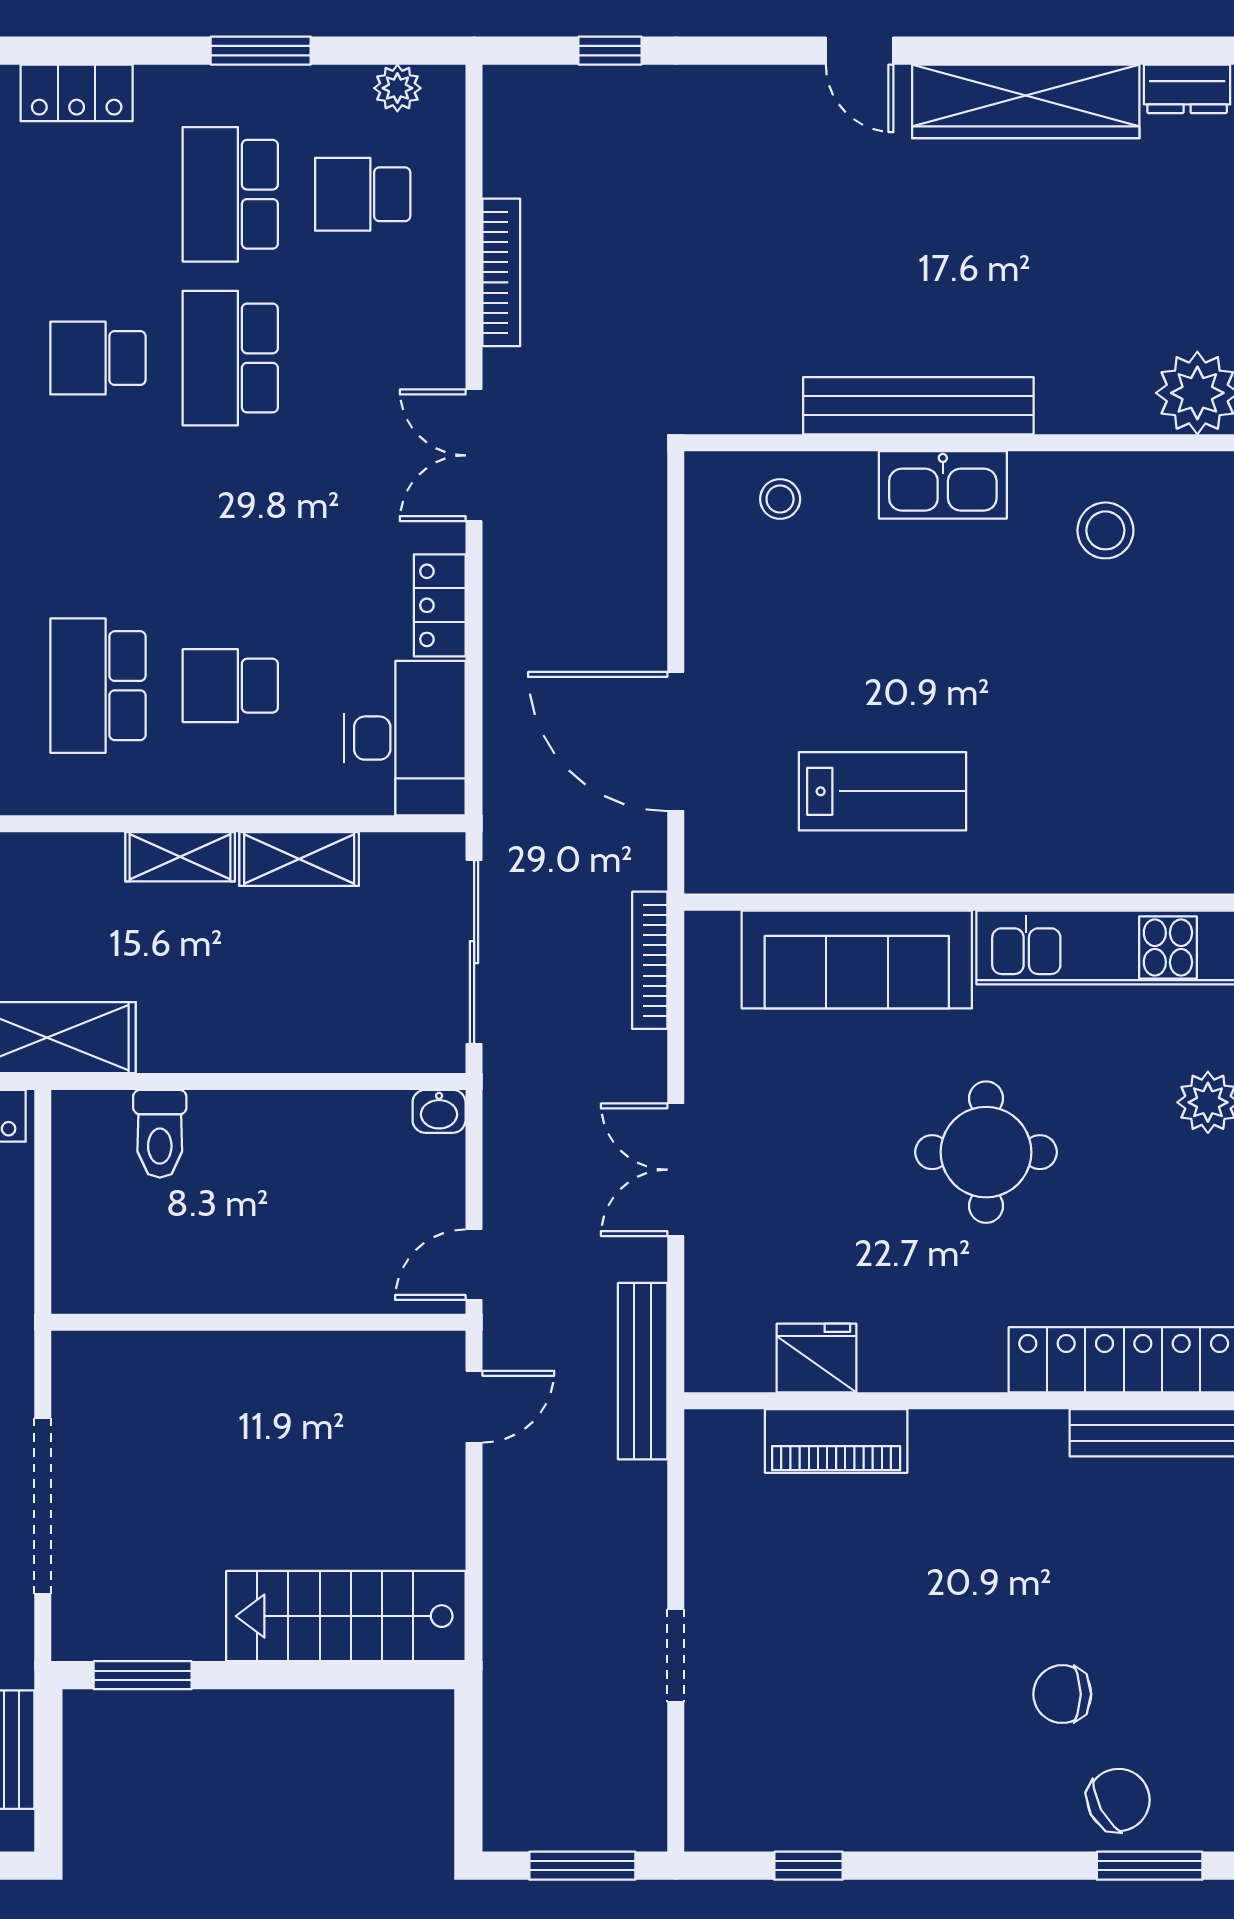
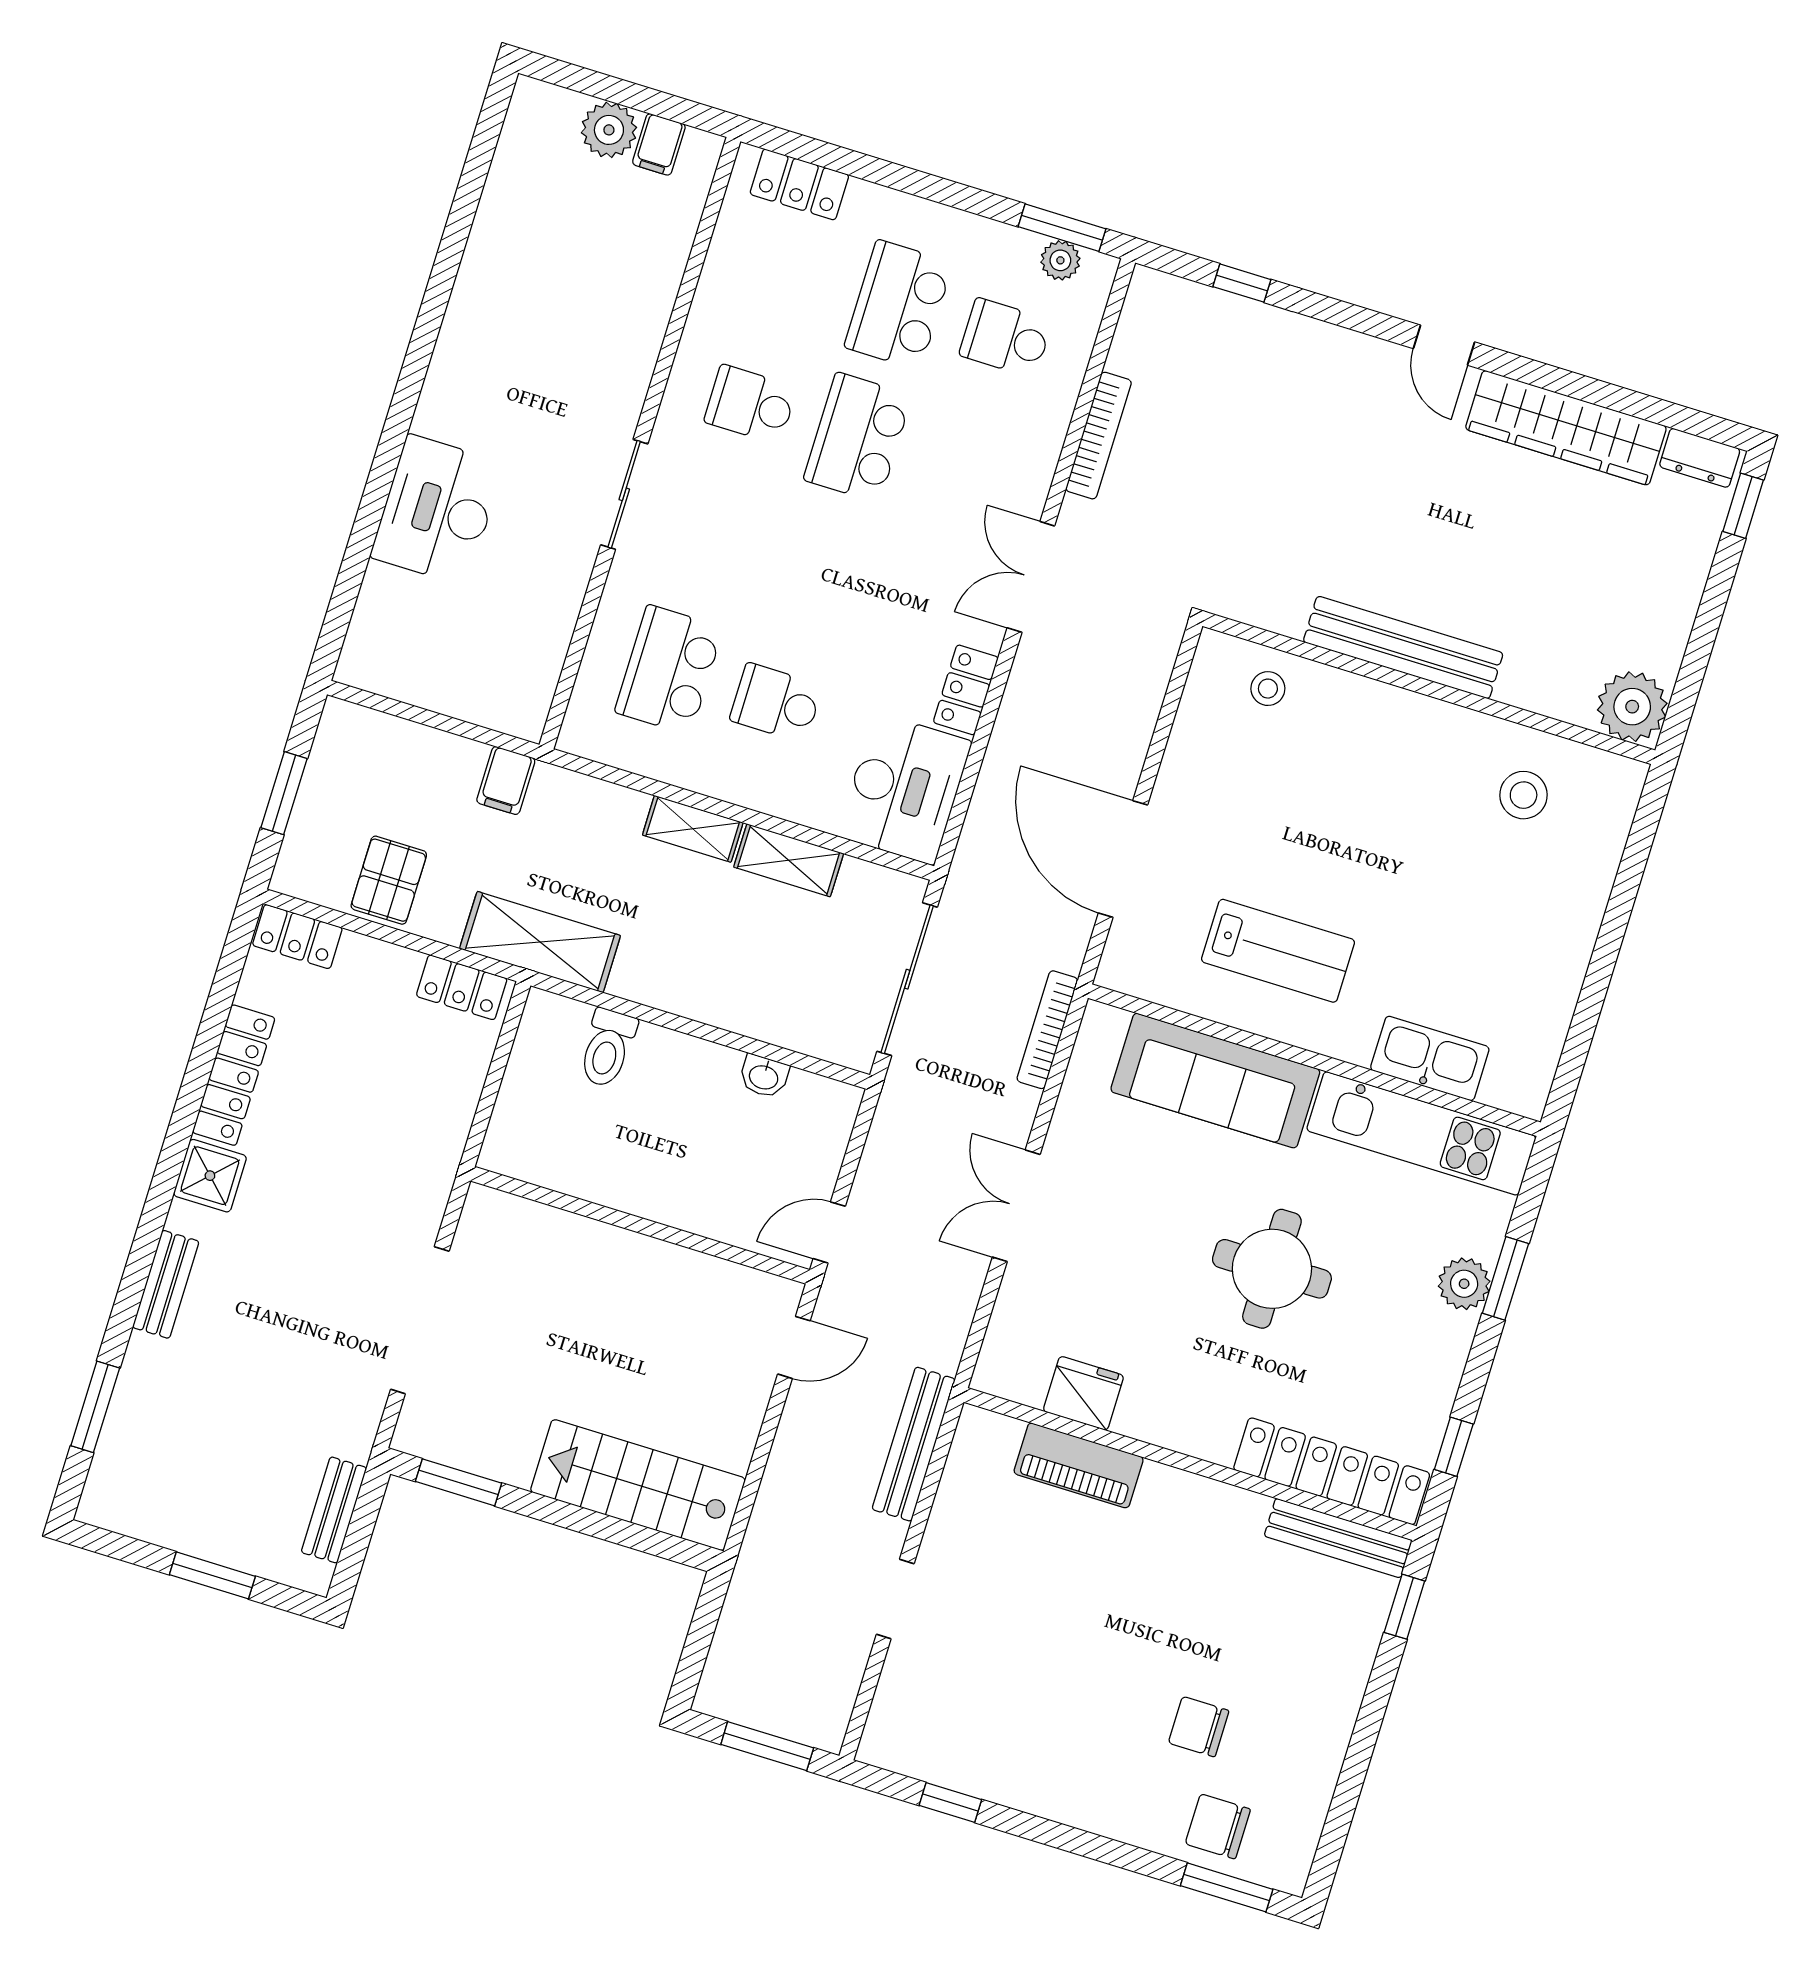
window: (261, 51) -> (1062, 228), moved
kitchen sink: (943, 485) -> (1430, 1058), moved, turned 180
washbasin: (439, 1111) -> (764, 1076), moved
bench: (643, 1371) -> (914, 1444), moved
chair: (1118, 1800) -> (1218, 1826), turned -152

